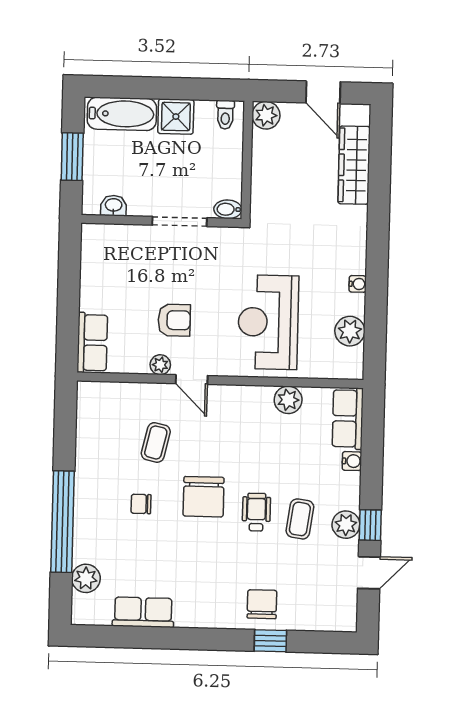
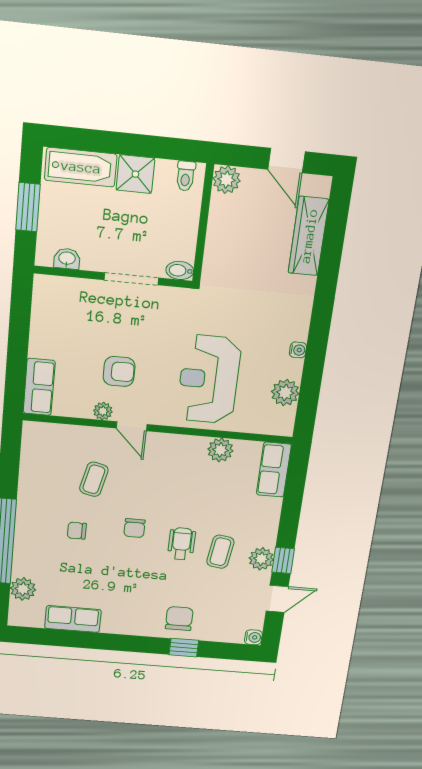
water cooler: (352, 461) -> (253, 637), moved
chair: (204, 497) -> (134, 528), width x0.54, depth x0.54

